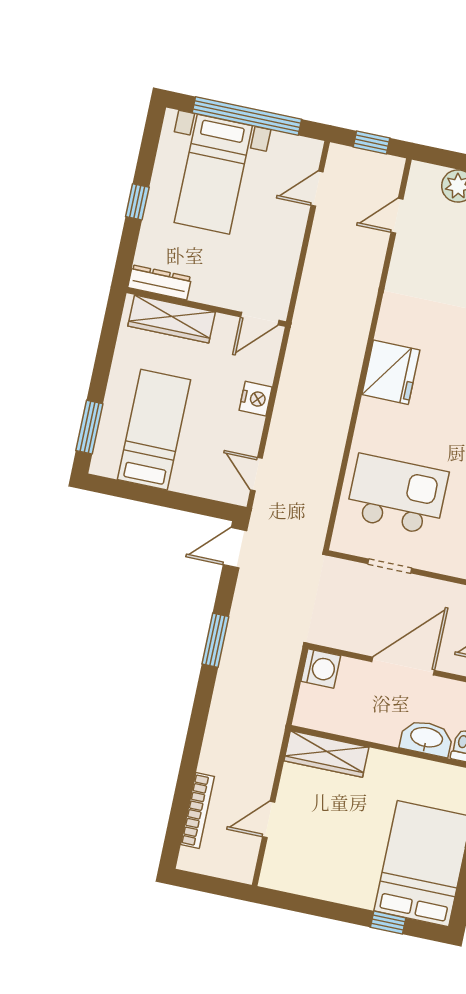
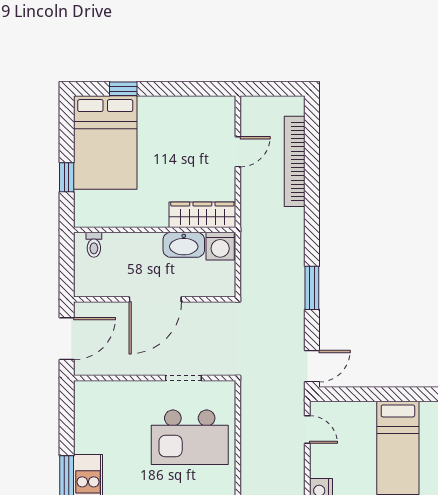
washing machine: (321, 668) -> (220, 246), moved, turned -90
washbasin: (426, 738) -> (184, 245), moved
bookcase: (197, 810) -> (295, 161), width x1.48, depth x1.31

